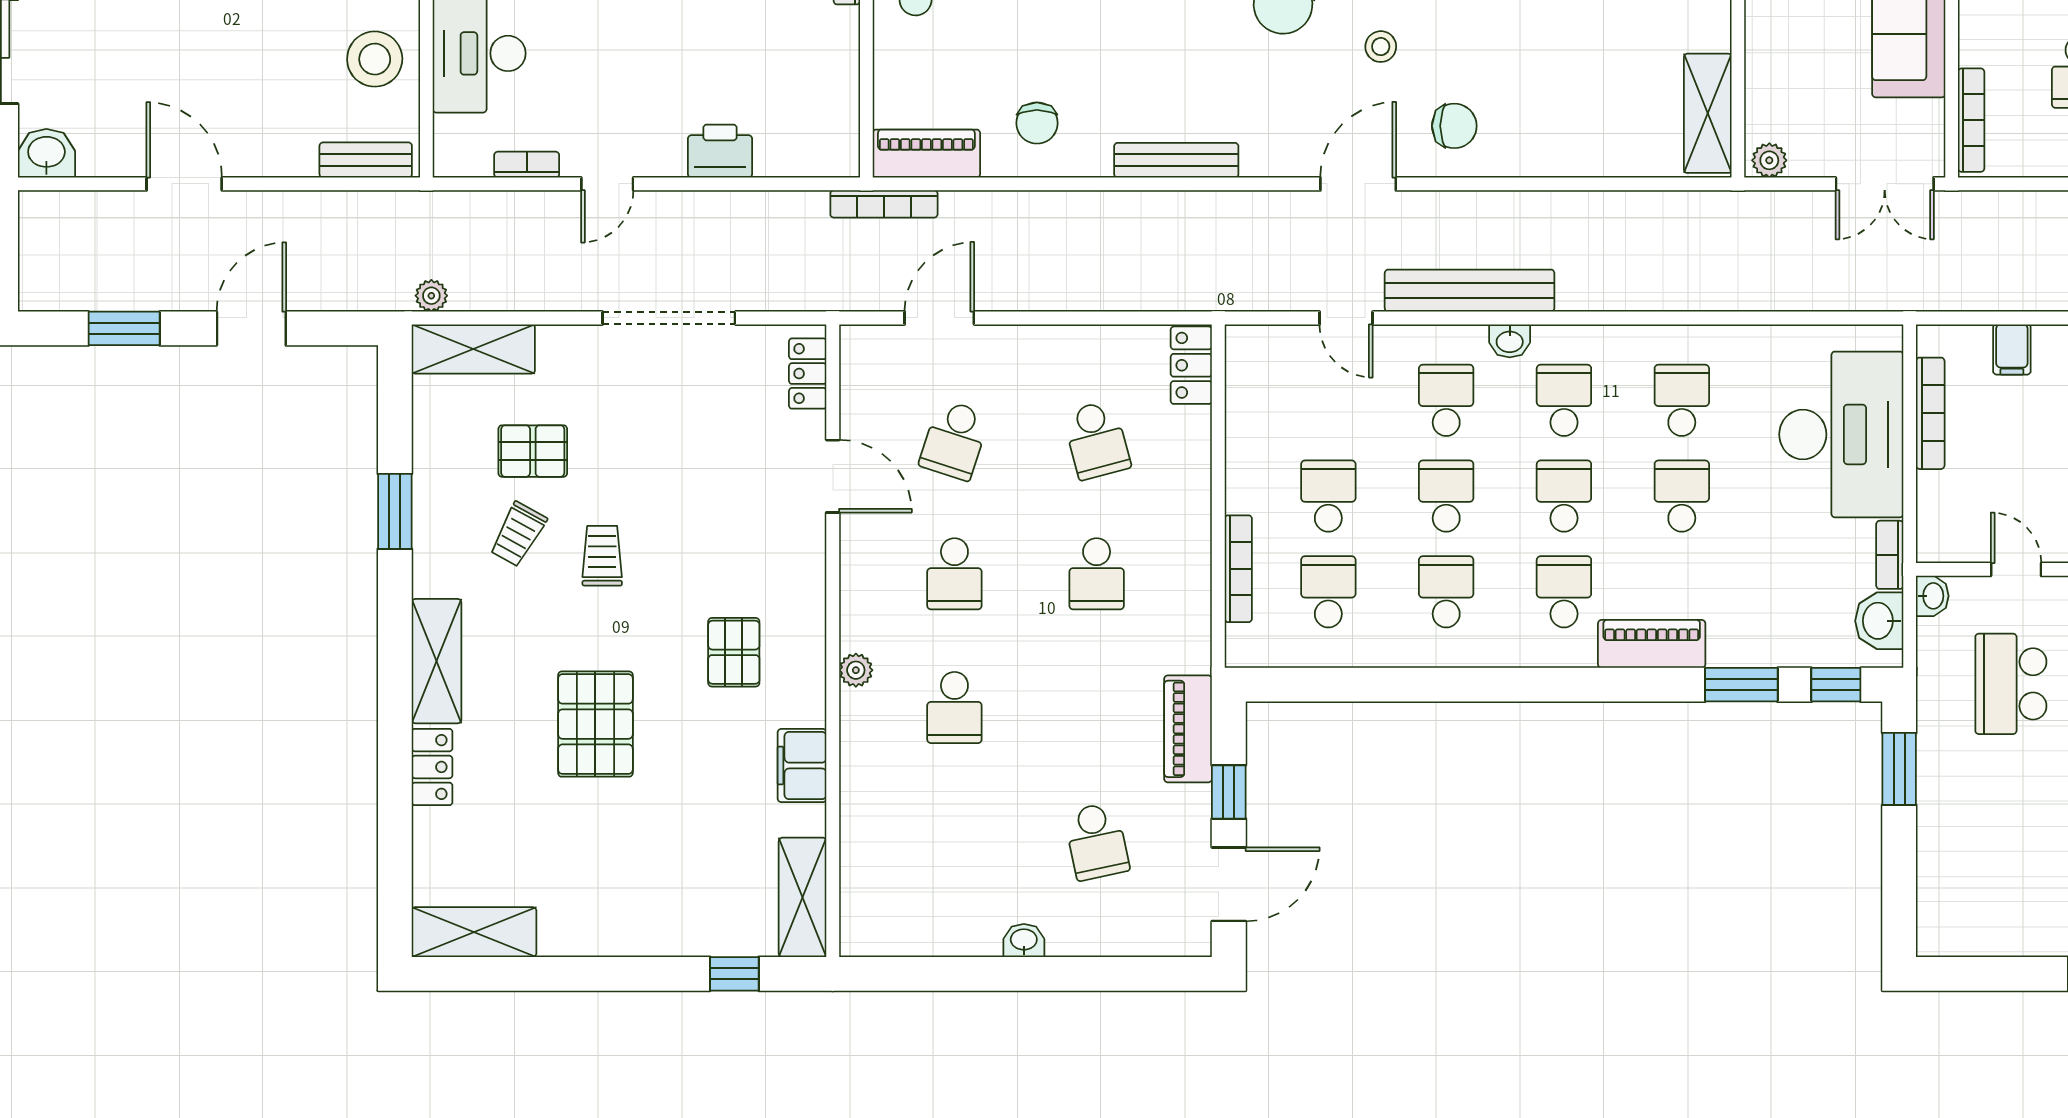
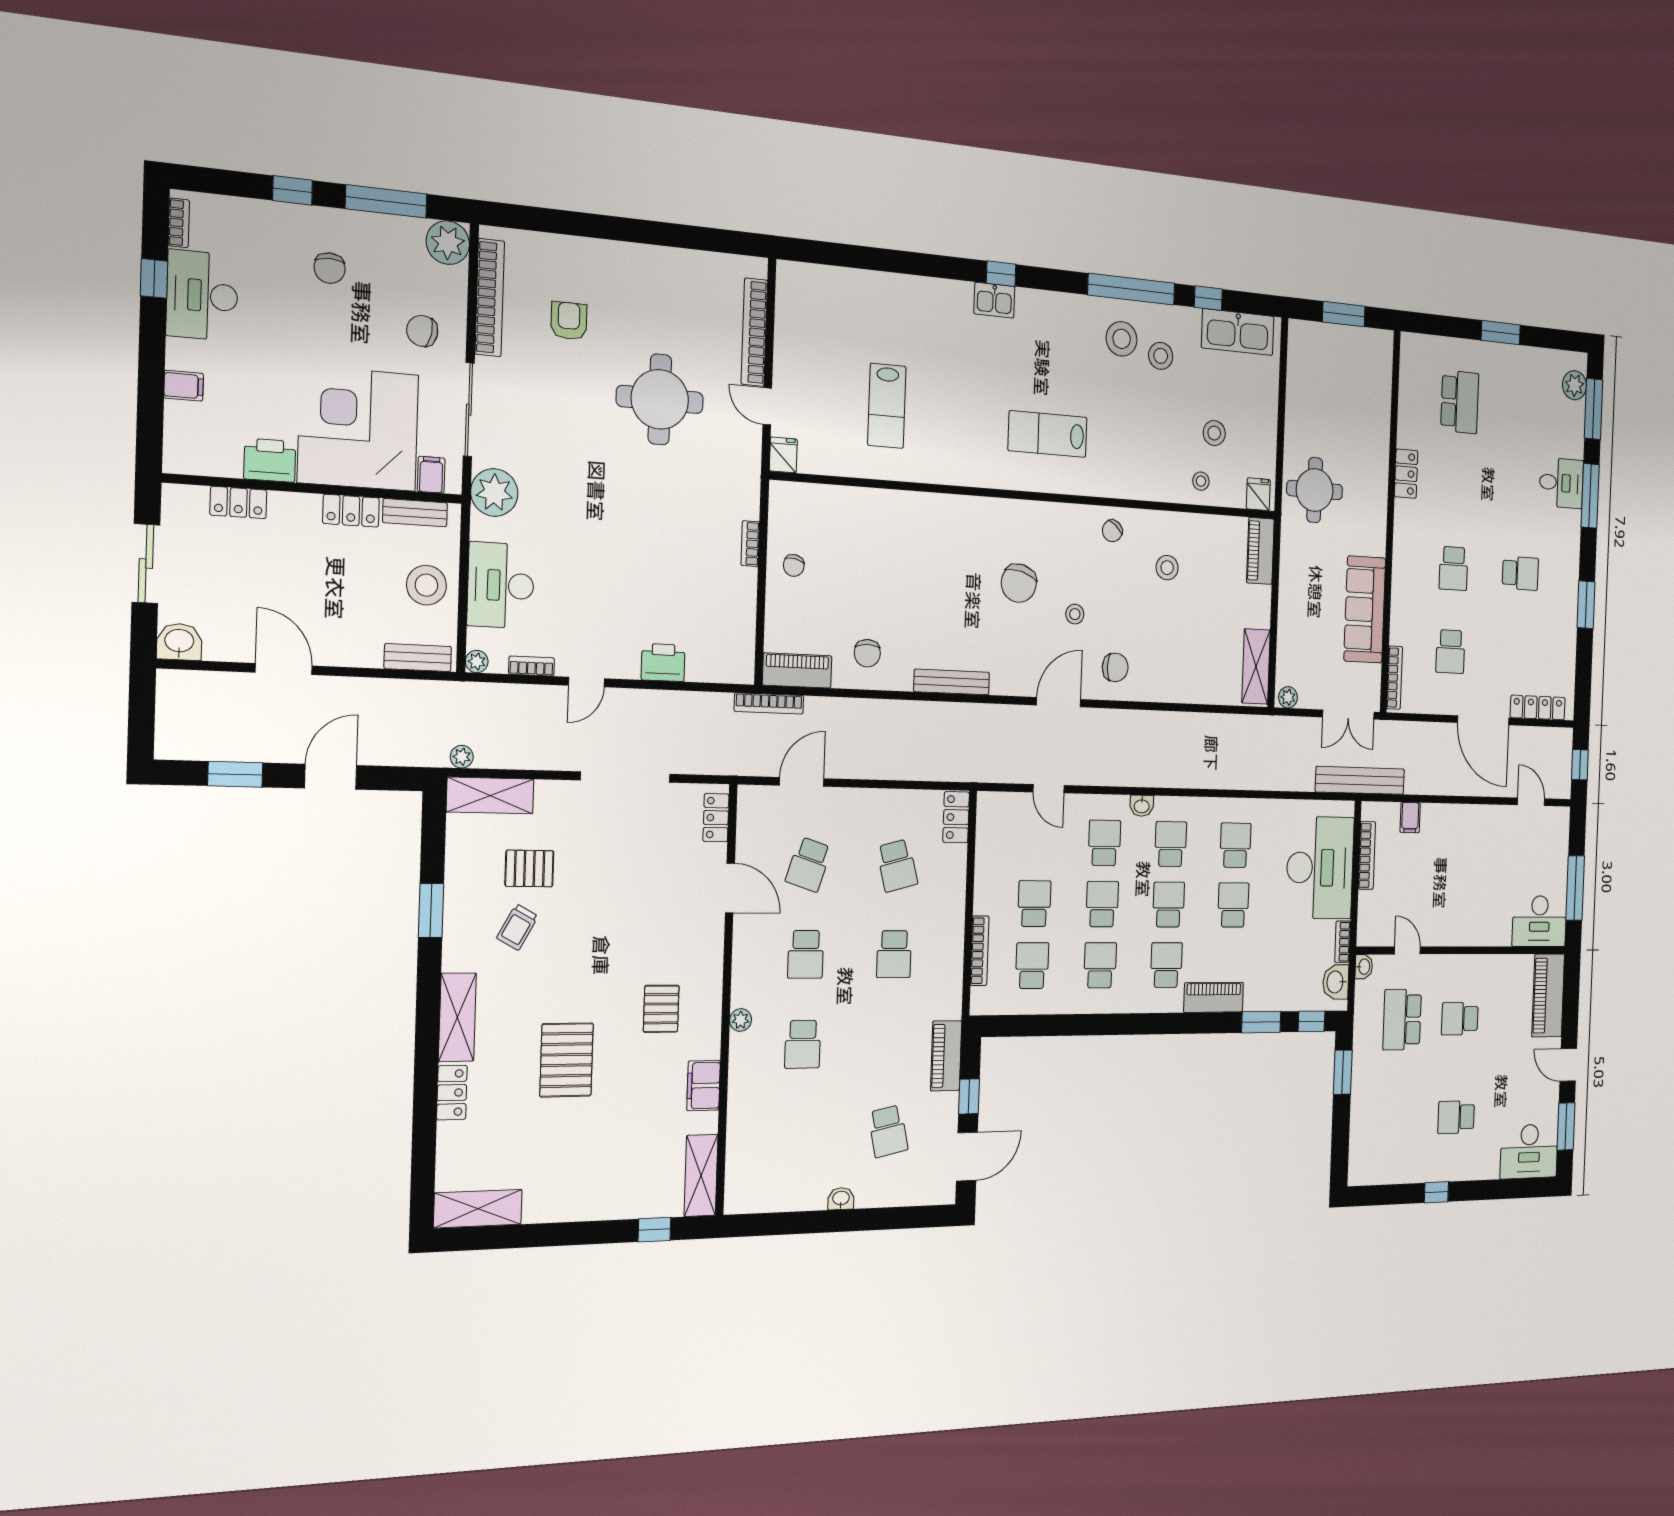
plant: (448, 162) -> (477, 662), added
bench: (1470, 291) -> (1360, 780), moved
trolley: (602, 556) -> (575, 942), removed

